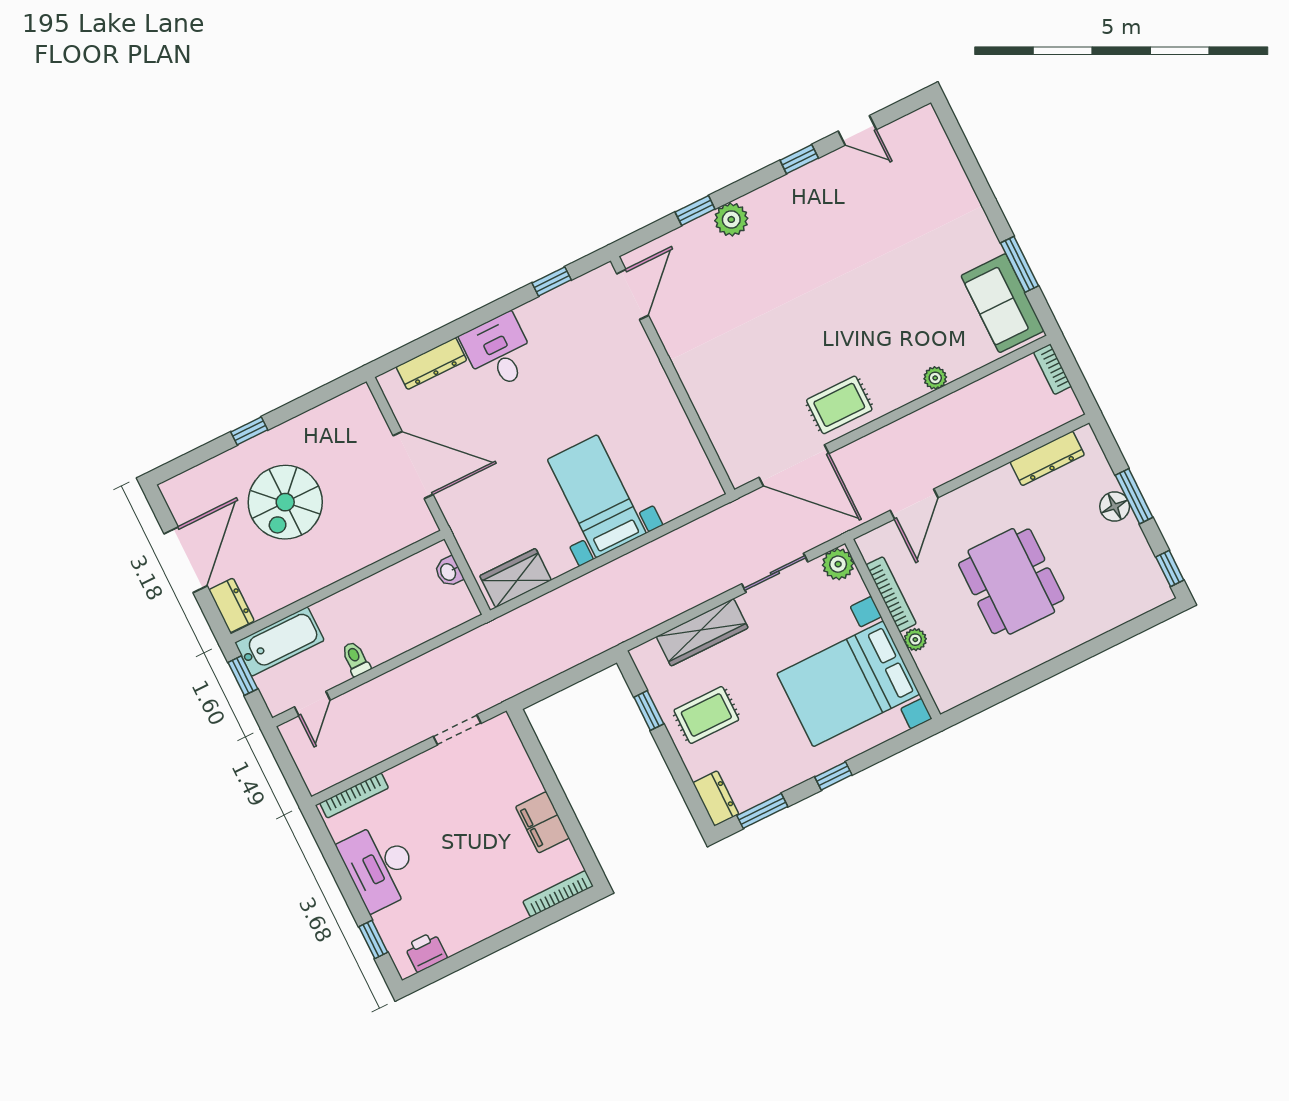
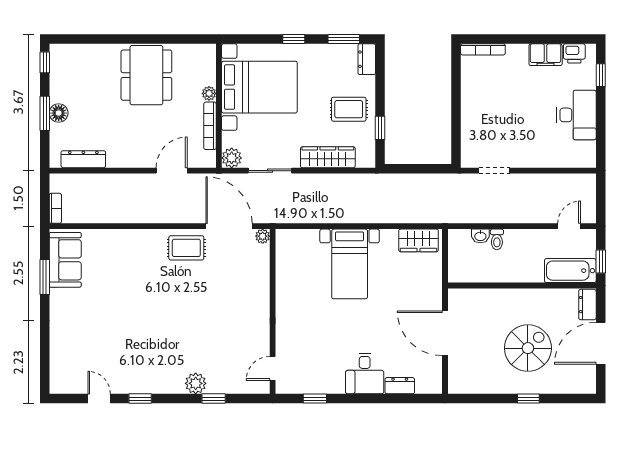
door: (633, 295) -> (273, 368), width x0.73
dresser: (431, 364) -> (400, 386), width x0.70
plant: (935, 378) -> (263, 236), moved
washbasin: (449, 572) -> (480, 236), moved, turned 90
dining table: (1011, 581) -> (146, 75), moved
toilet: (356, 659) -> (497, 239), moved
bookcase: (354, 795) -> (571, 162), removed
filing cabinet: (543, 822) -> (546, 55), moved, turned 90

